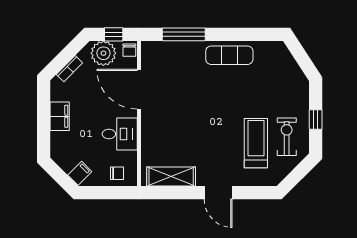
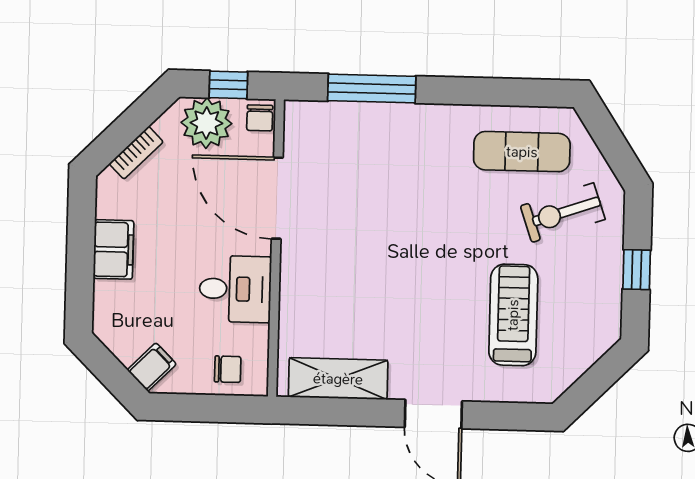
exercise mat: (229, 55) -> (522, 152), moved
exercise bike: (287, 137) -> (563, 213), moved, turned -109

